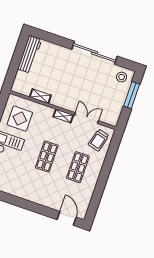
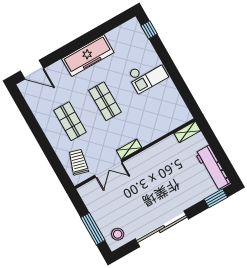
window: (47, 36) -> (216, 198), added
shelving: (40, 96) -> (187, 132), moved
display table: (20, 119) -> (162, 107), removed
freezer: (28, 192) -> (88, 56), added

